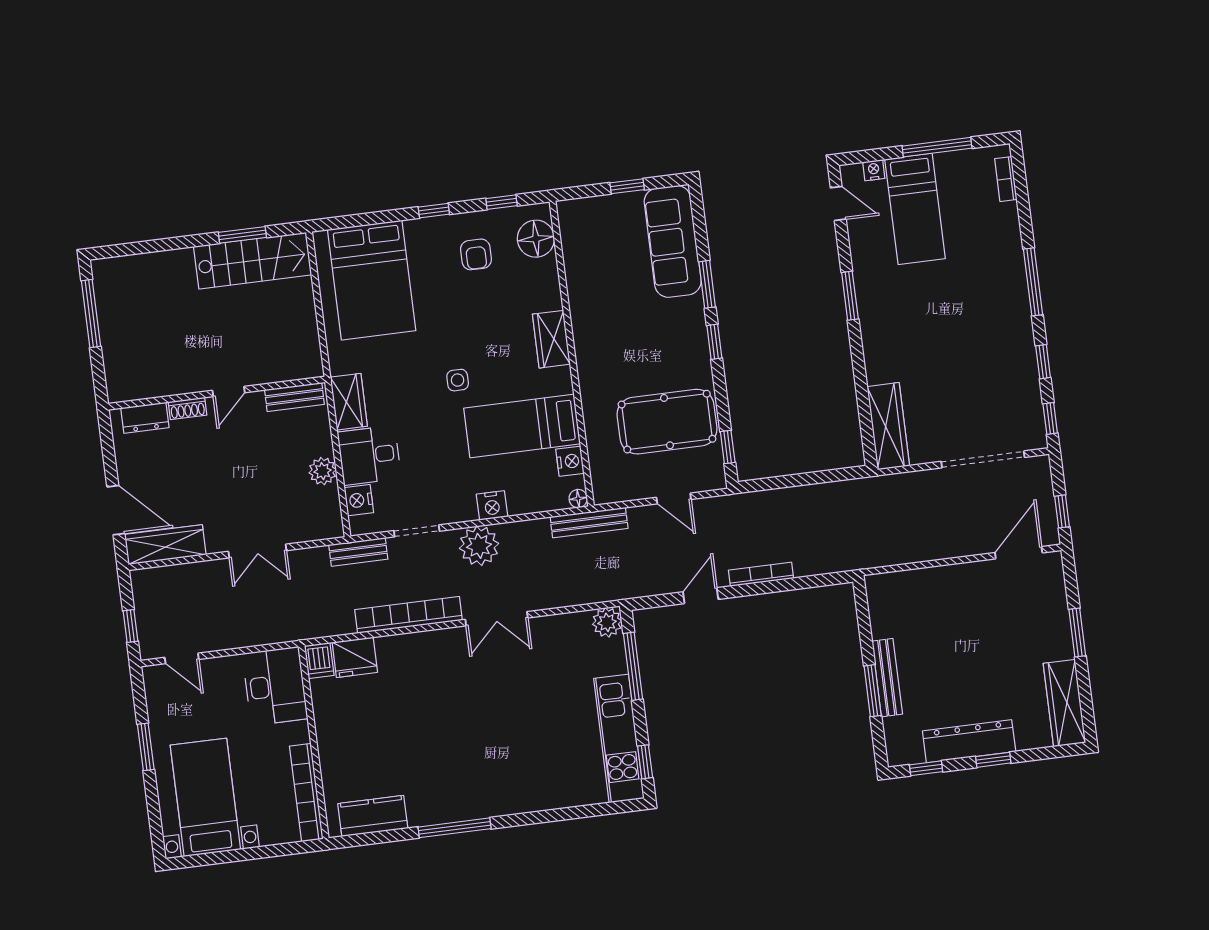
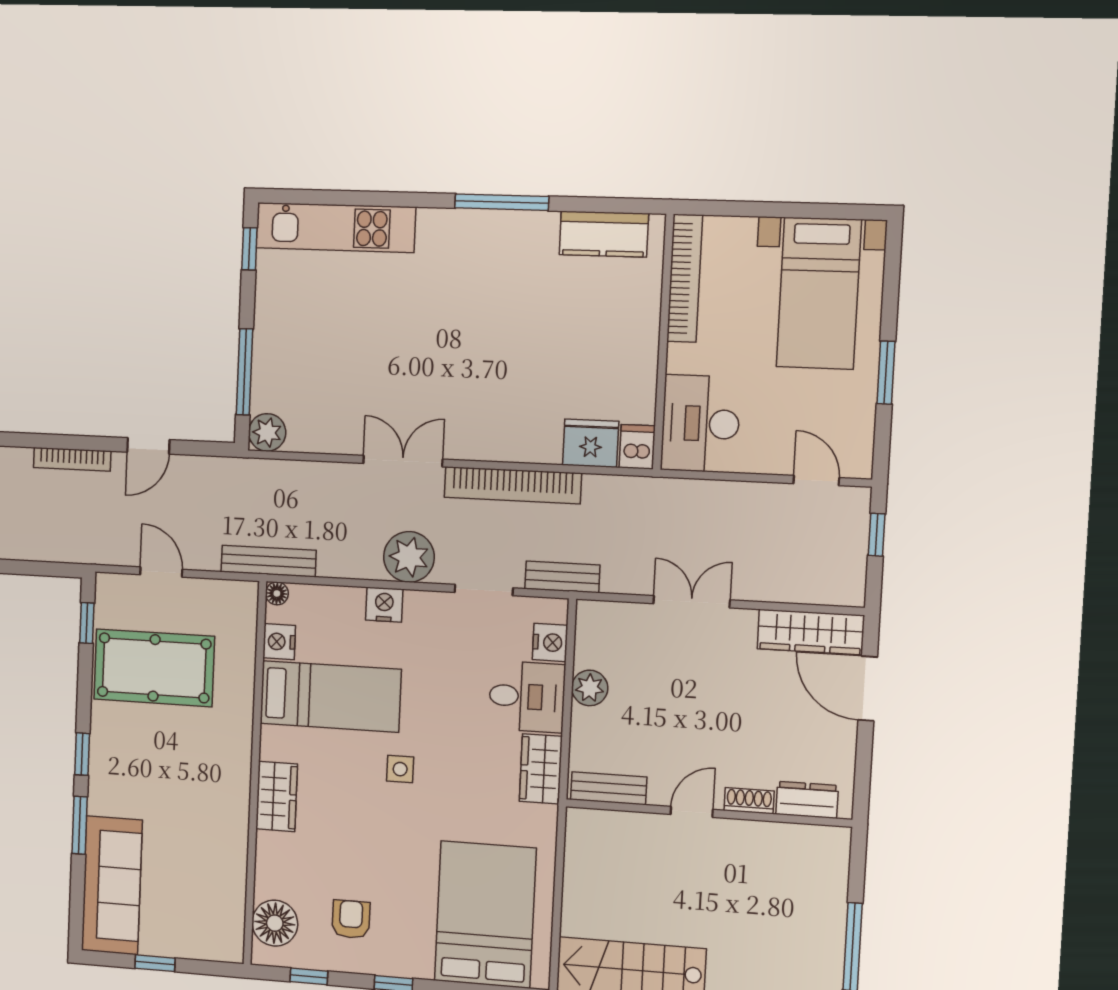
kitchen unit: (619, 738) -> (335, 228), moved, turned 90

